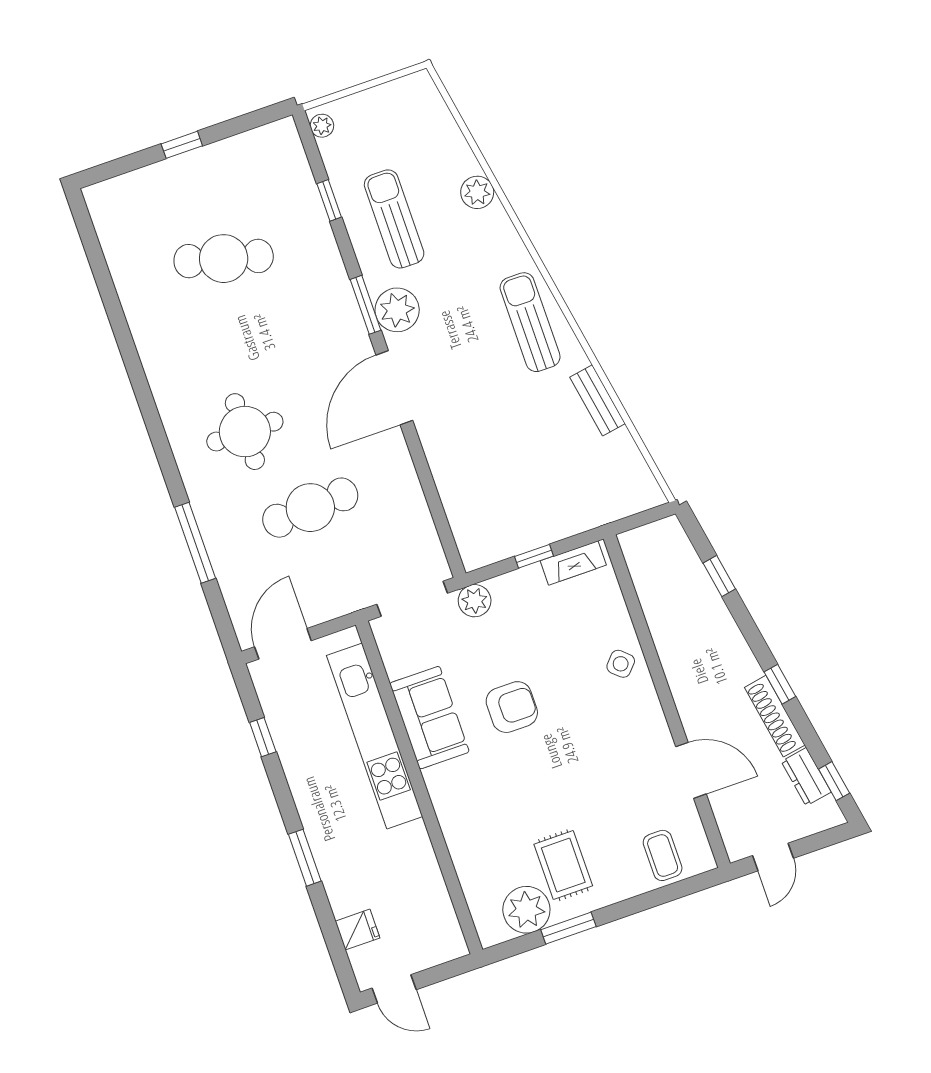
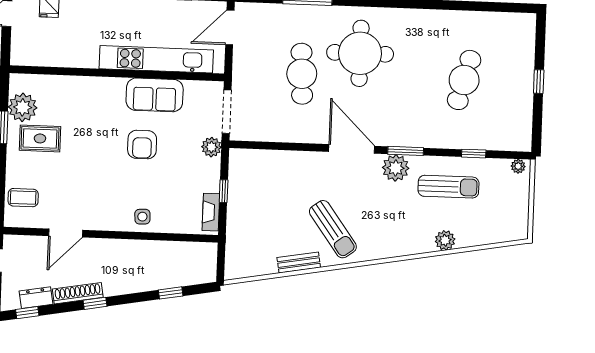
sun lounger: (530, 322) -> (333, 229), moved, turned 54
round table: (245, 432) -> (360, 53), width x1.36, depth x1.36
door: (283, 644) -> (230, 27), swing flipped
side table: (621, 664) -> (142, 217), turned 45

